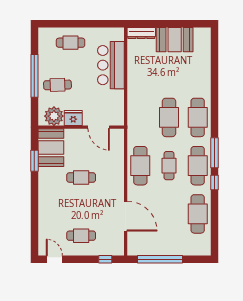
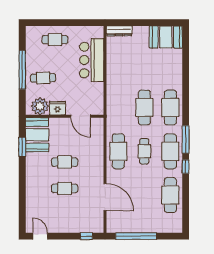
booth: (175, 40) -> (166, 37), moved
cafe table: (81, 236) -> (65, 188), moved

